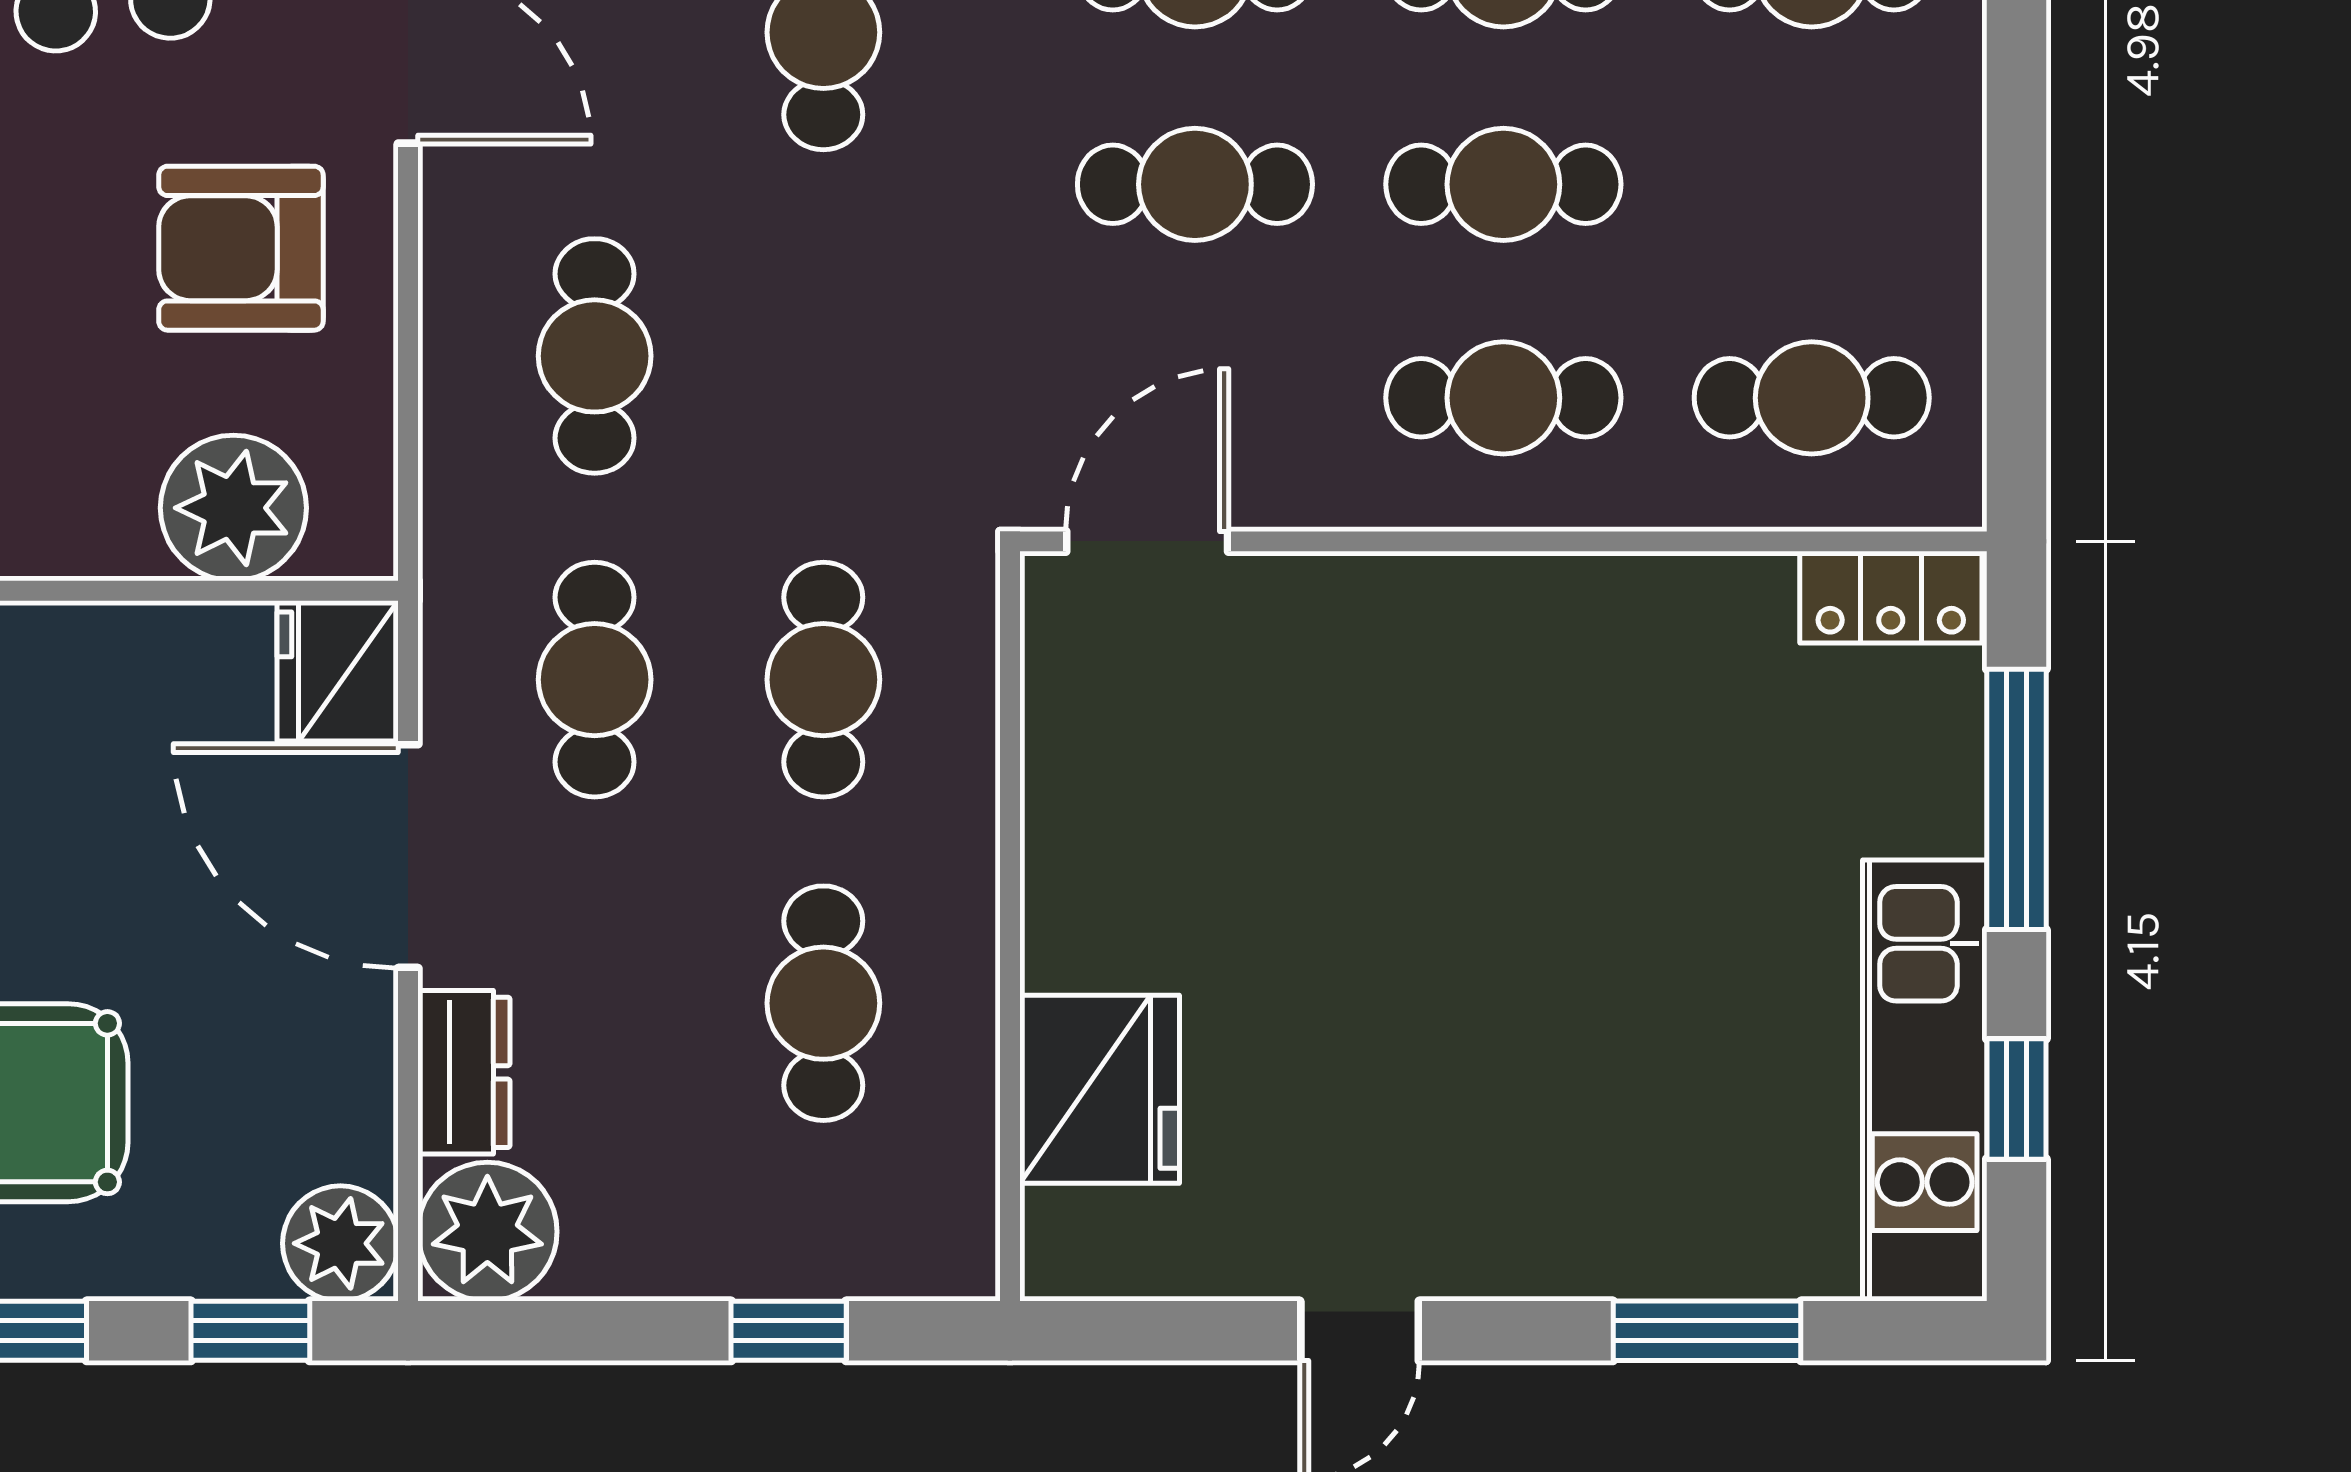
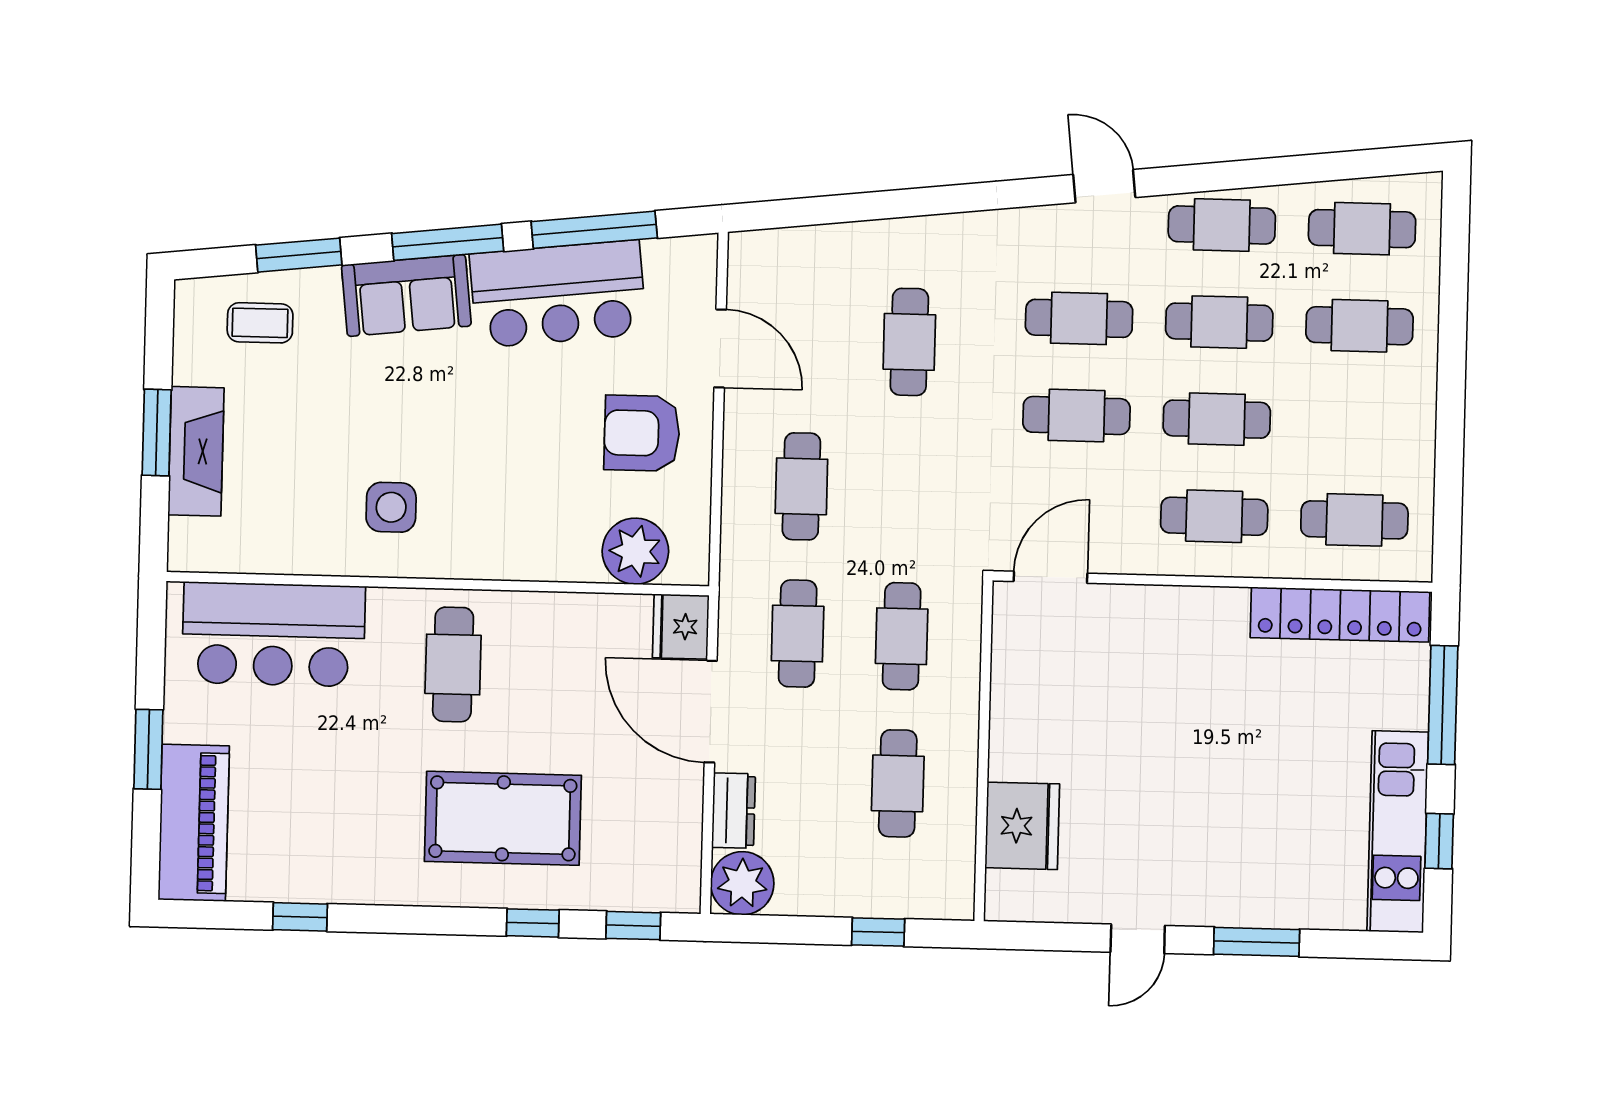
locker: (1891, 597) -> (1340, 615), width x2.16, depth x1.21
plant: (340, 1243) -> (675, 887), removed
window: (1707, 1331) -> (1257, 942), moved

